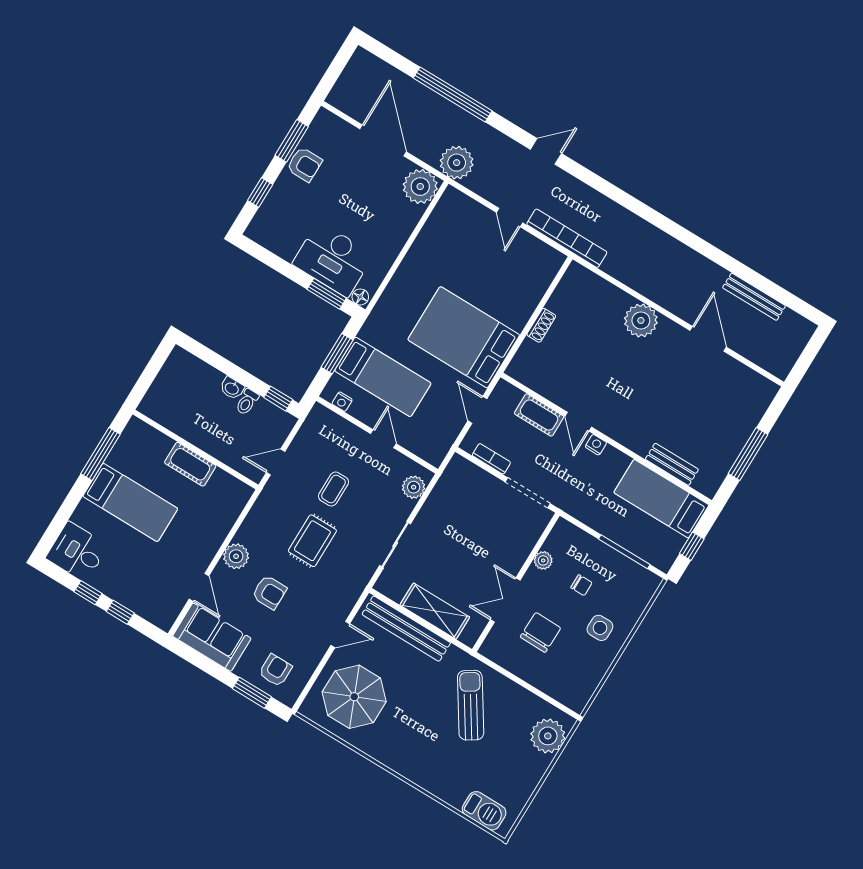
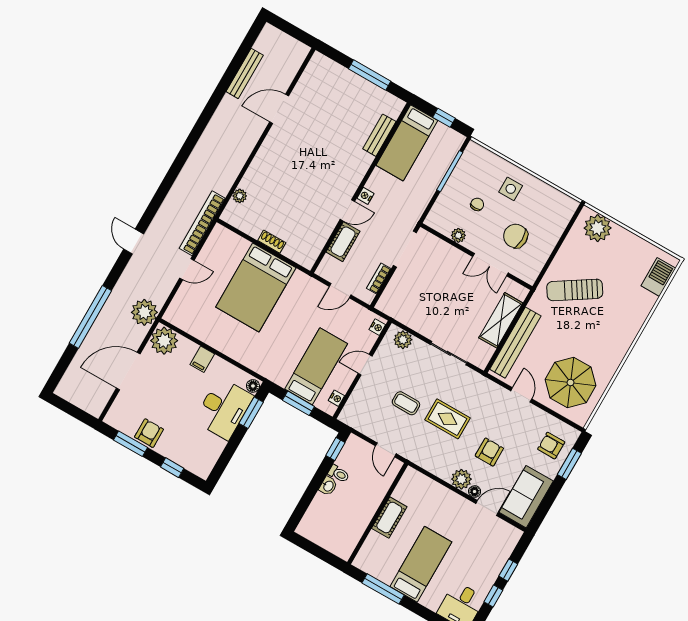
filing cabinet: (396, 234) -> (202, 359), added
plant: (641, 320) -> (240, 196), moved, width x0.53, depth x0.53
bed: (464, 337) -> (256, 287), moved
nightstand: (430, 455) -> (377, 327), added
floor lamp: (220, 572) -> (475, 492), added

